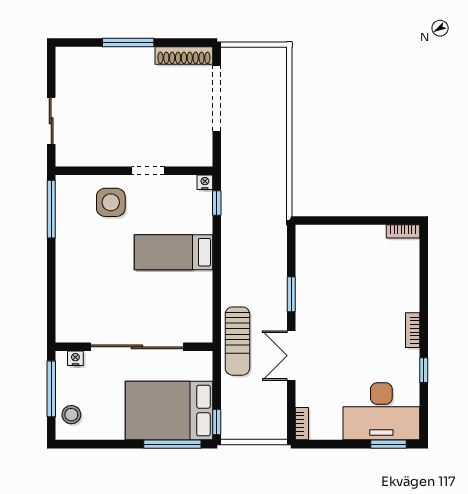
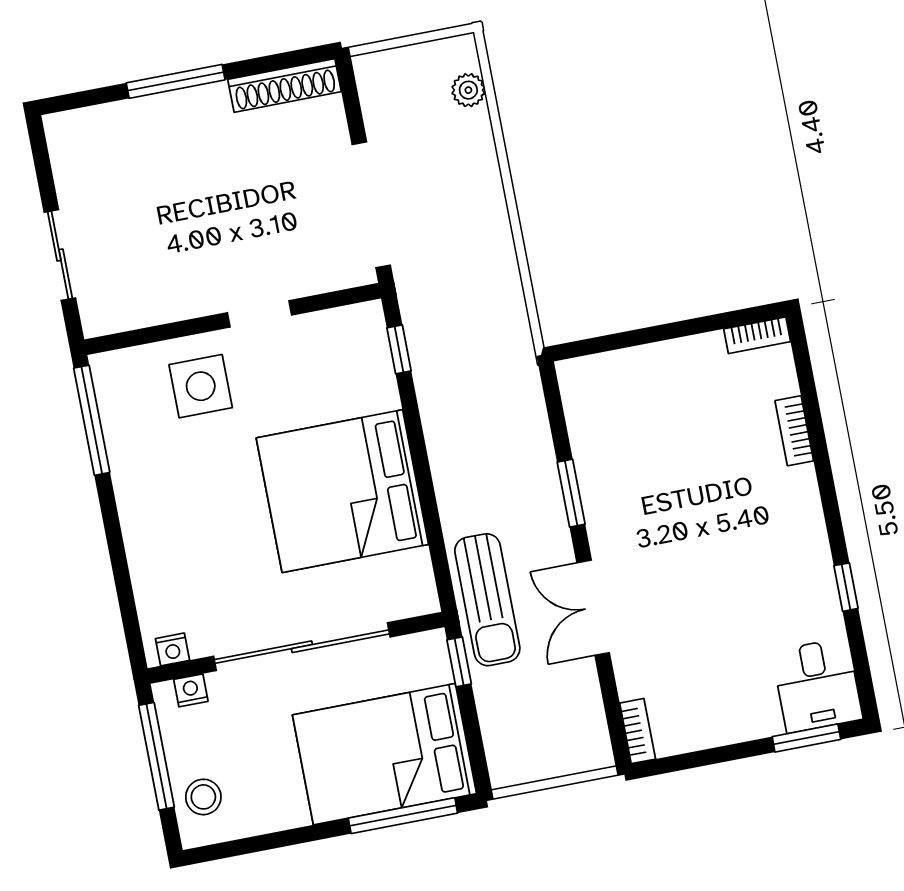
plant: (278, 76) -> (468, 90), added
doorway: (217, 98) -> (371, 205), moved
nightstand: (205, 182) -> (172, 649), moved, turned 180
bed: (173, 252) -> (342, 491), width x2.04
bookcase: (413, 330) -> (794, 431), moved
desk: (381, 411) -> (817, 685), width x0.53, depth x0.77
window: (217, 422) -> (459, 662), moved

